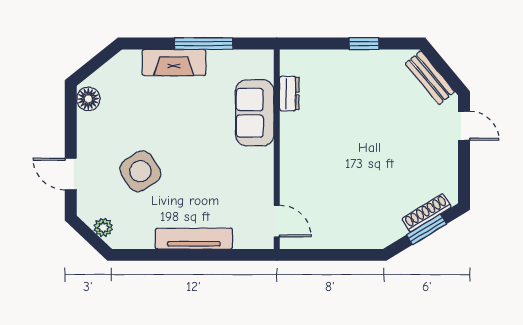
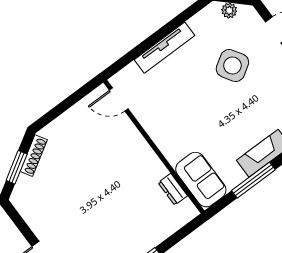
sofa: (255, 113) -> (201, 180), moved
shoe rack: (427, 213) -> (34, 156), moved

